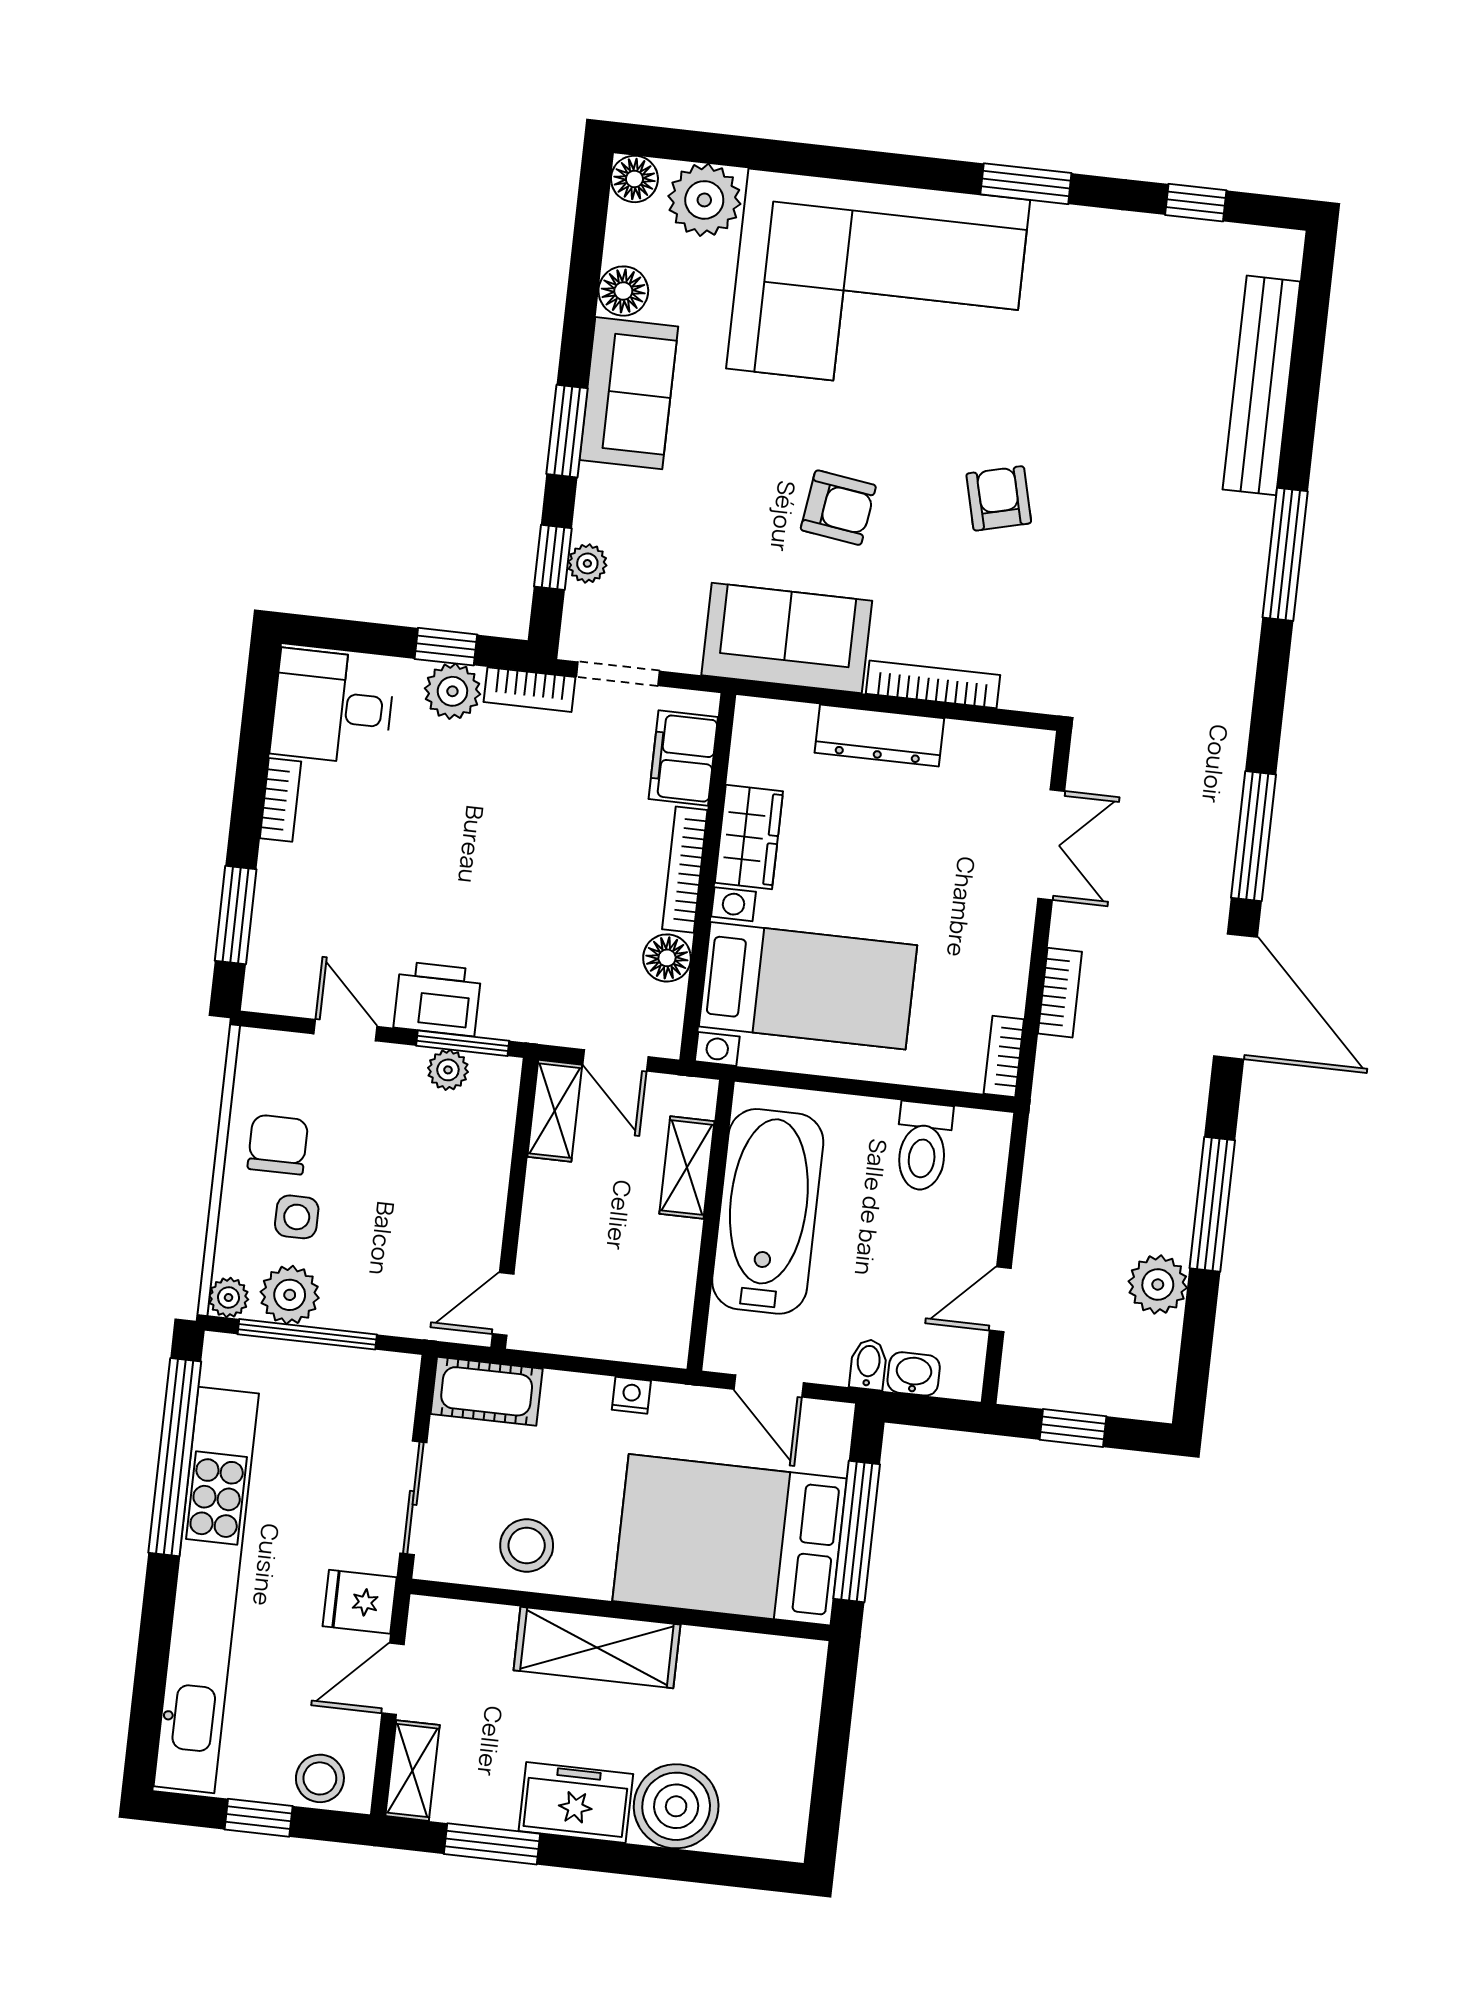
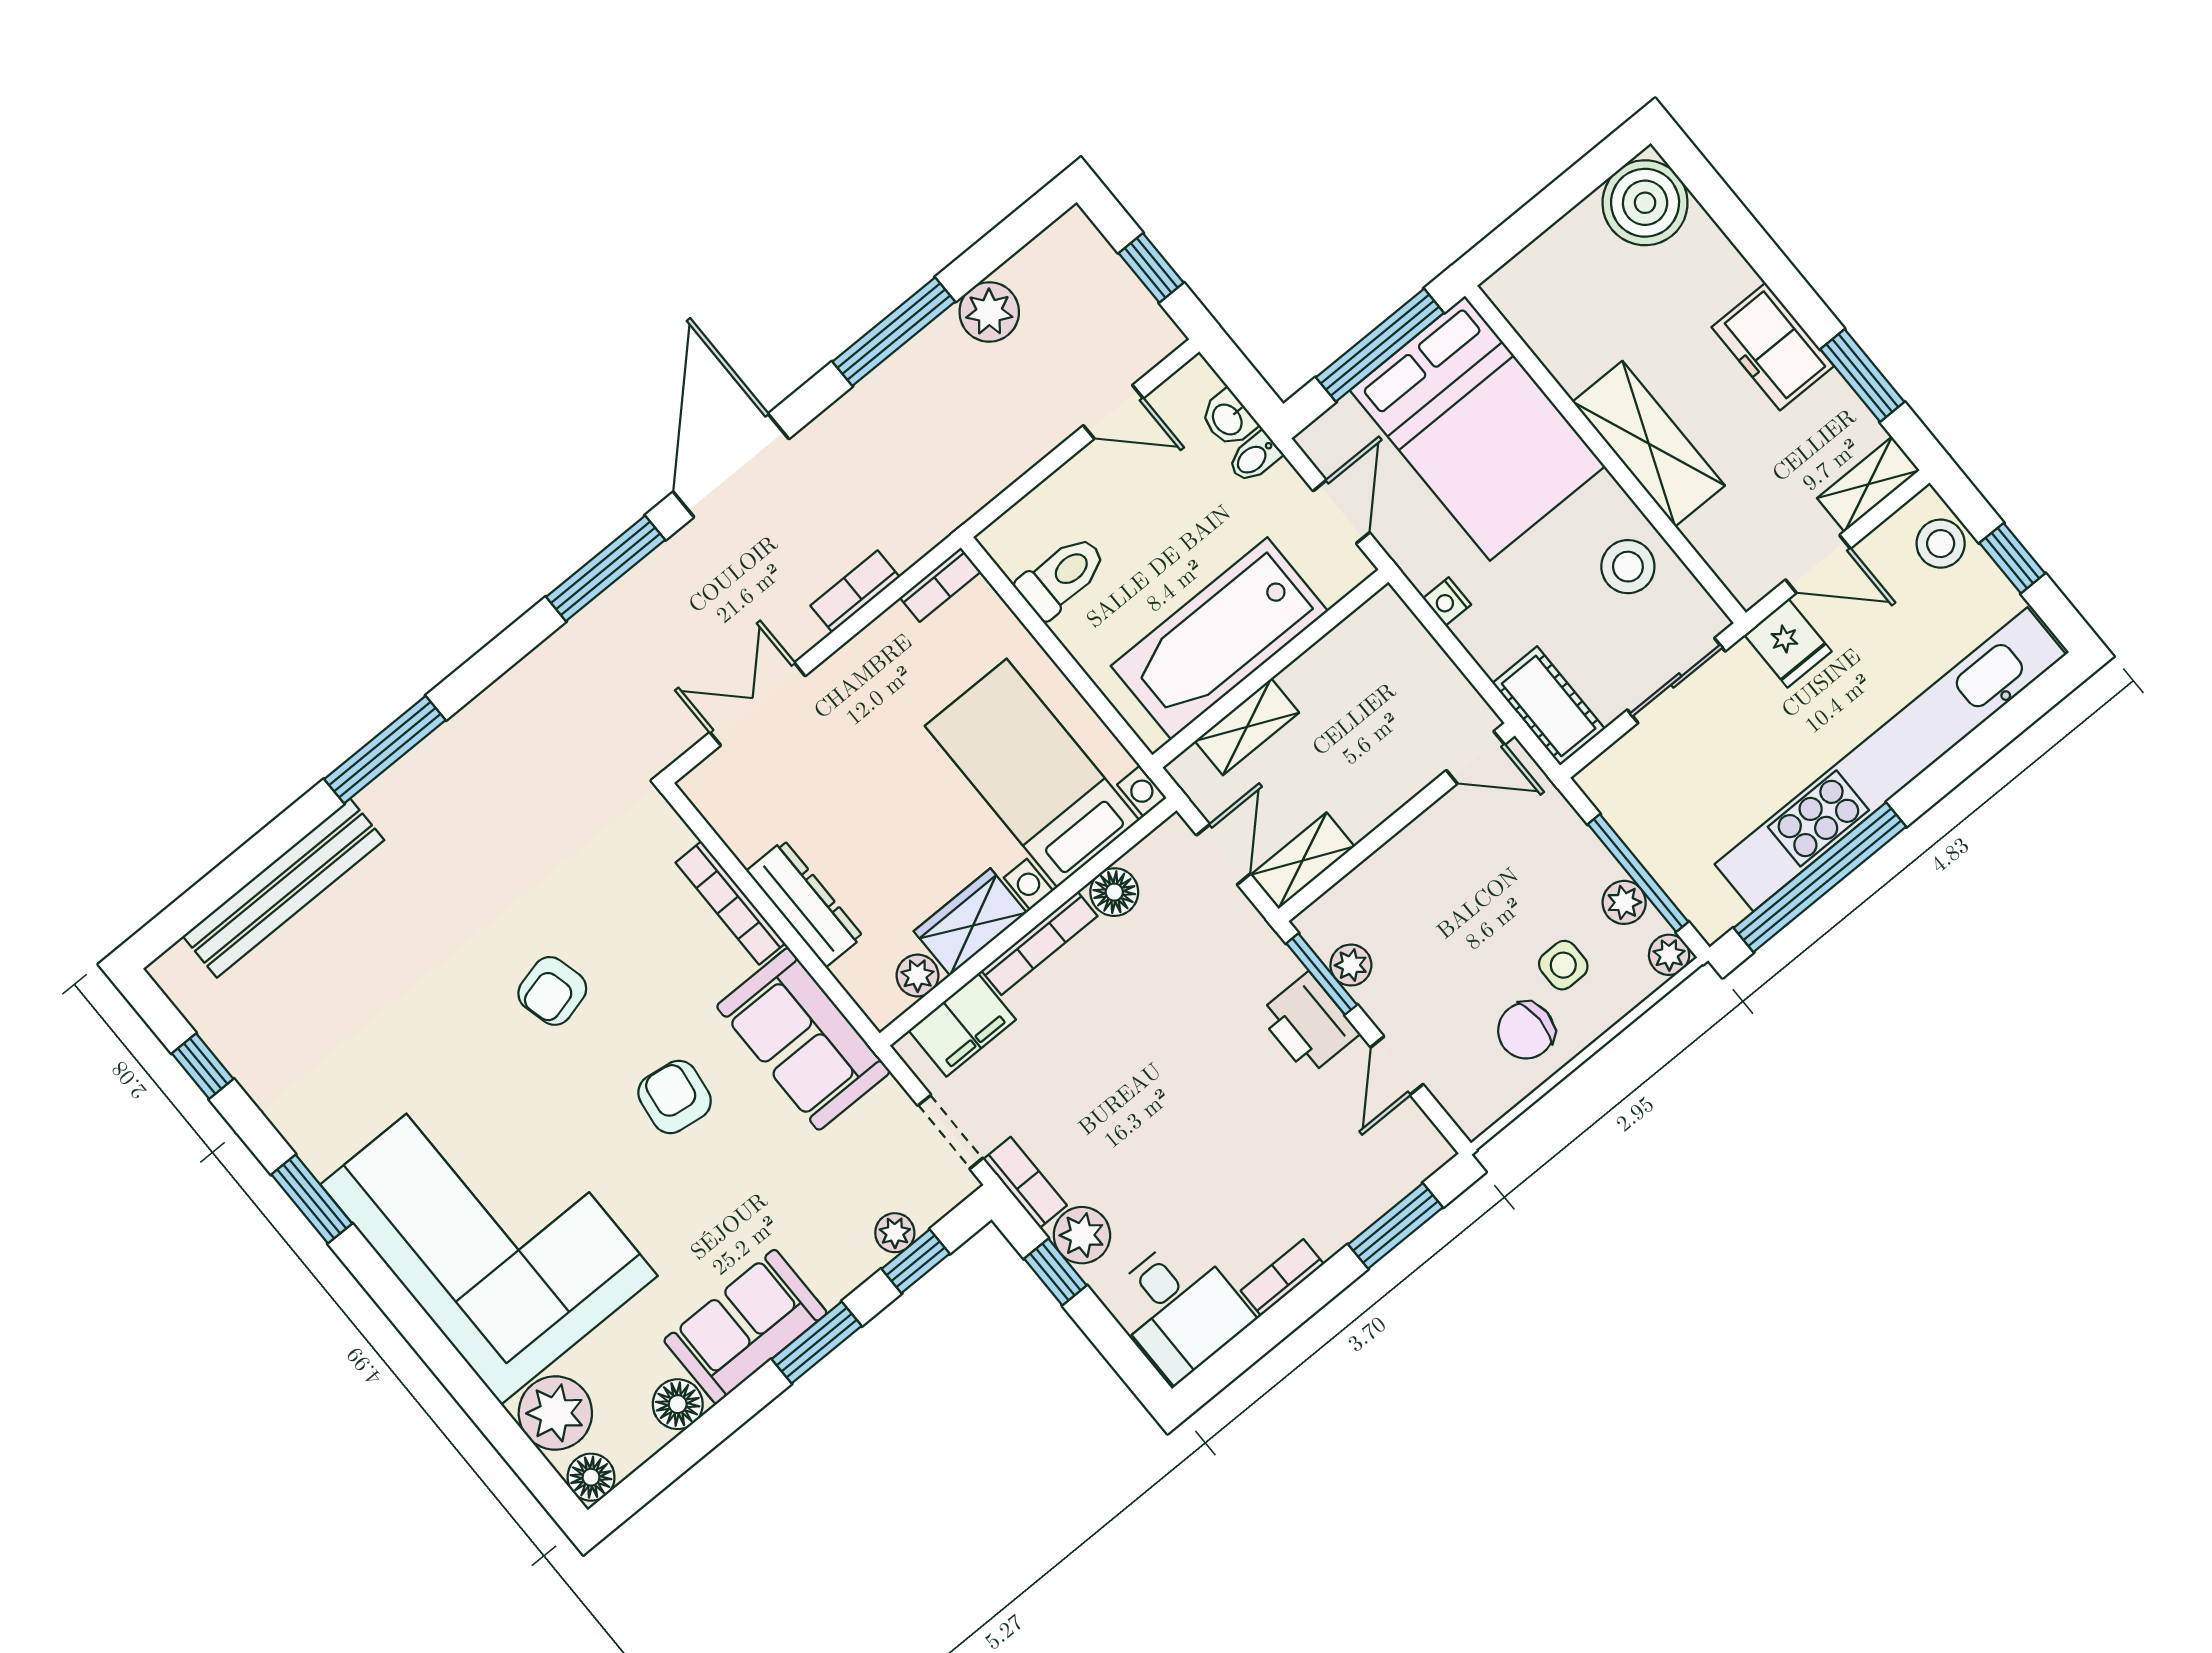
plant: (749, 762) -> (918, 976), added
plant: (290, 1295) -> (1624, 902), width x0.73, depth x0.73
boiler: (676, 1806) -> (1645, 203), moved

